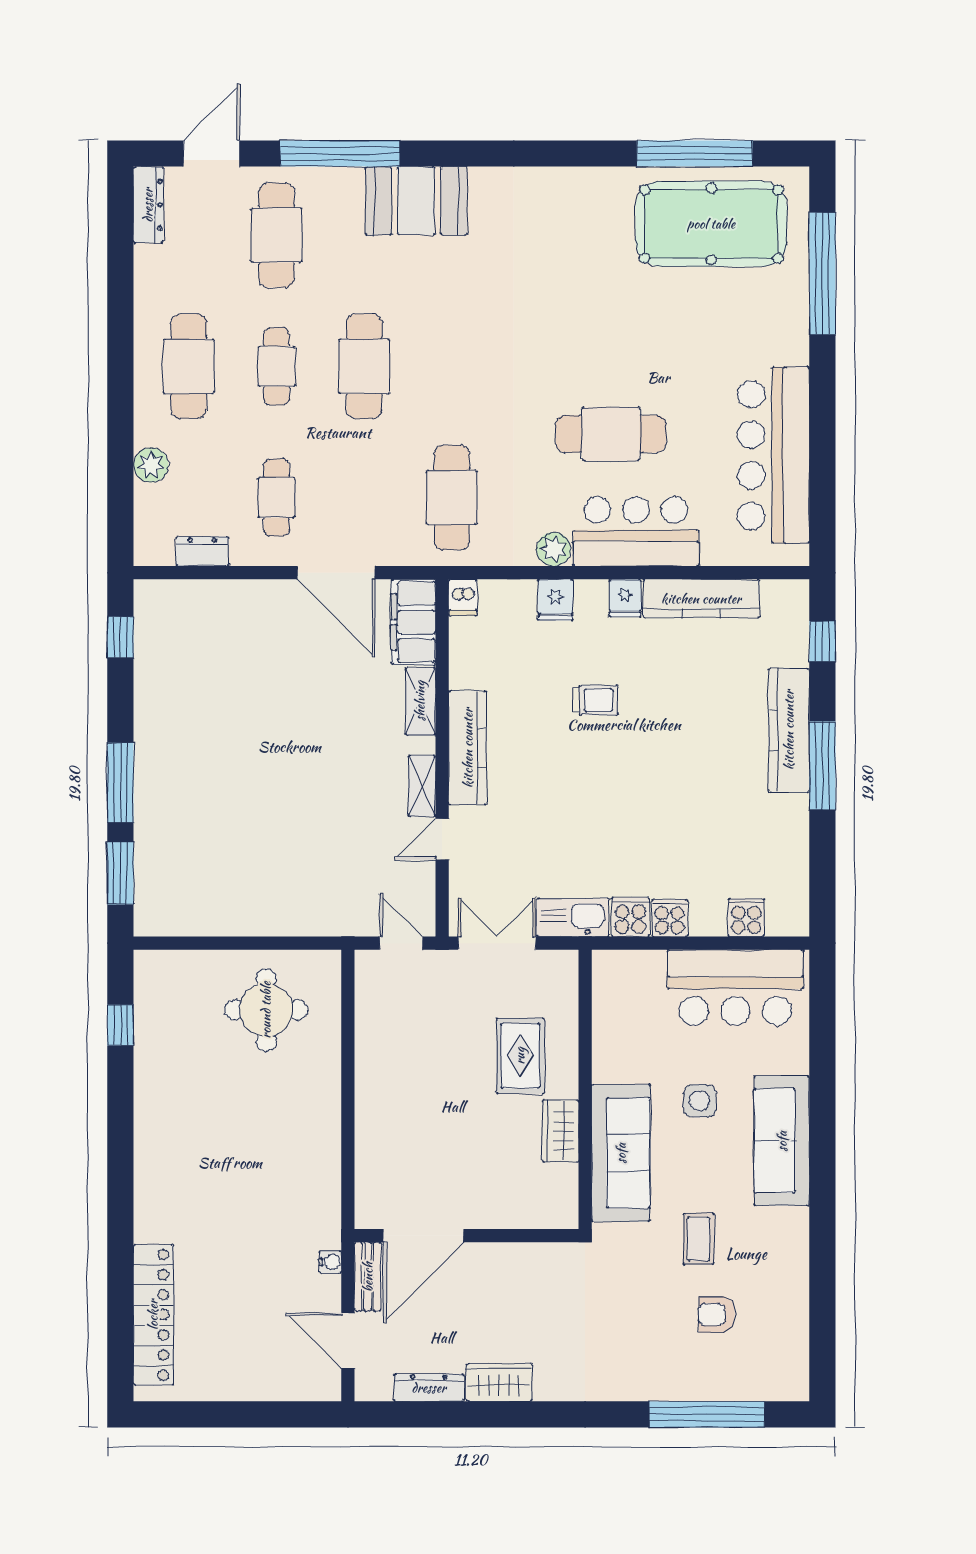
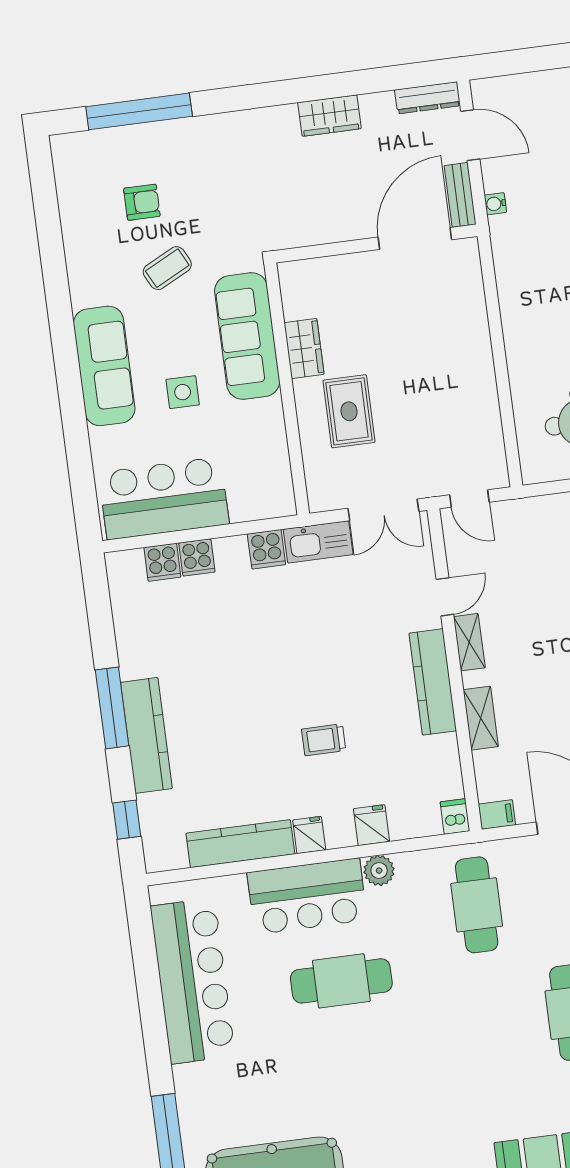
filing cabinet: (413, 622) -> (497, 815), width x0.33, depth x0.86
cooker: (670, 918) -> (197, 557), moved
coffee table: (699, 1239) -> (167, 268), turned 63
dresser: (429, 1388) -> (427, 98), moved

